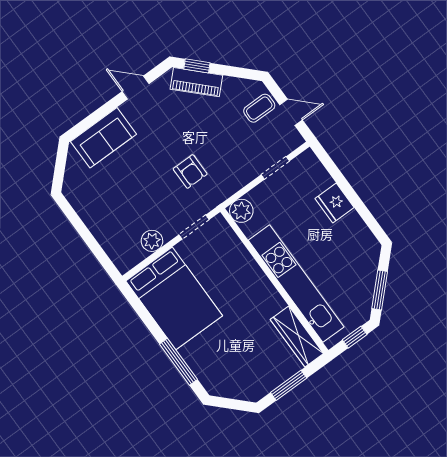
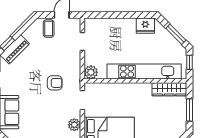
fridge: (335, 203) -> (145, 26), moved

